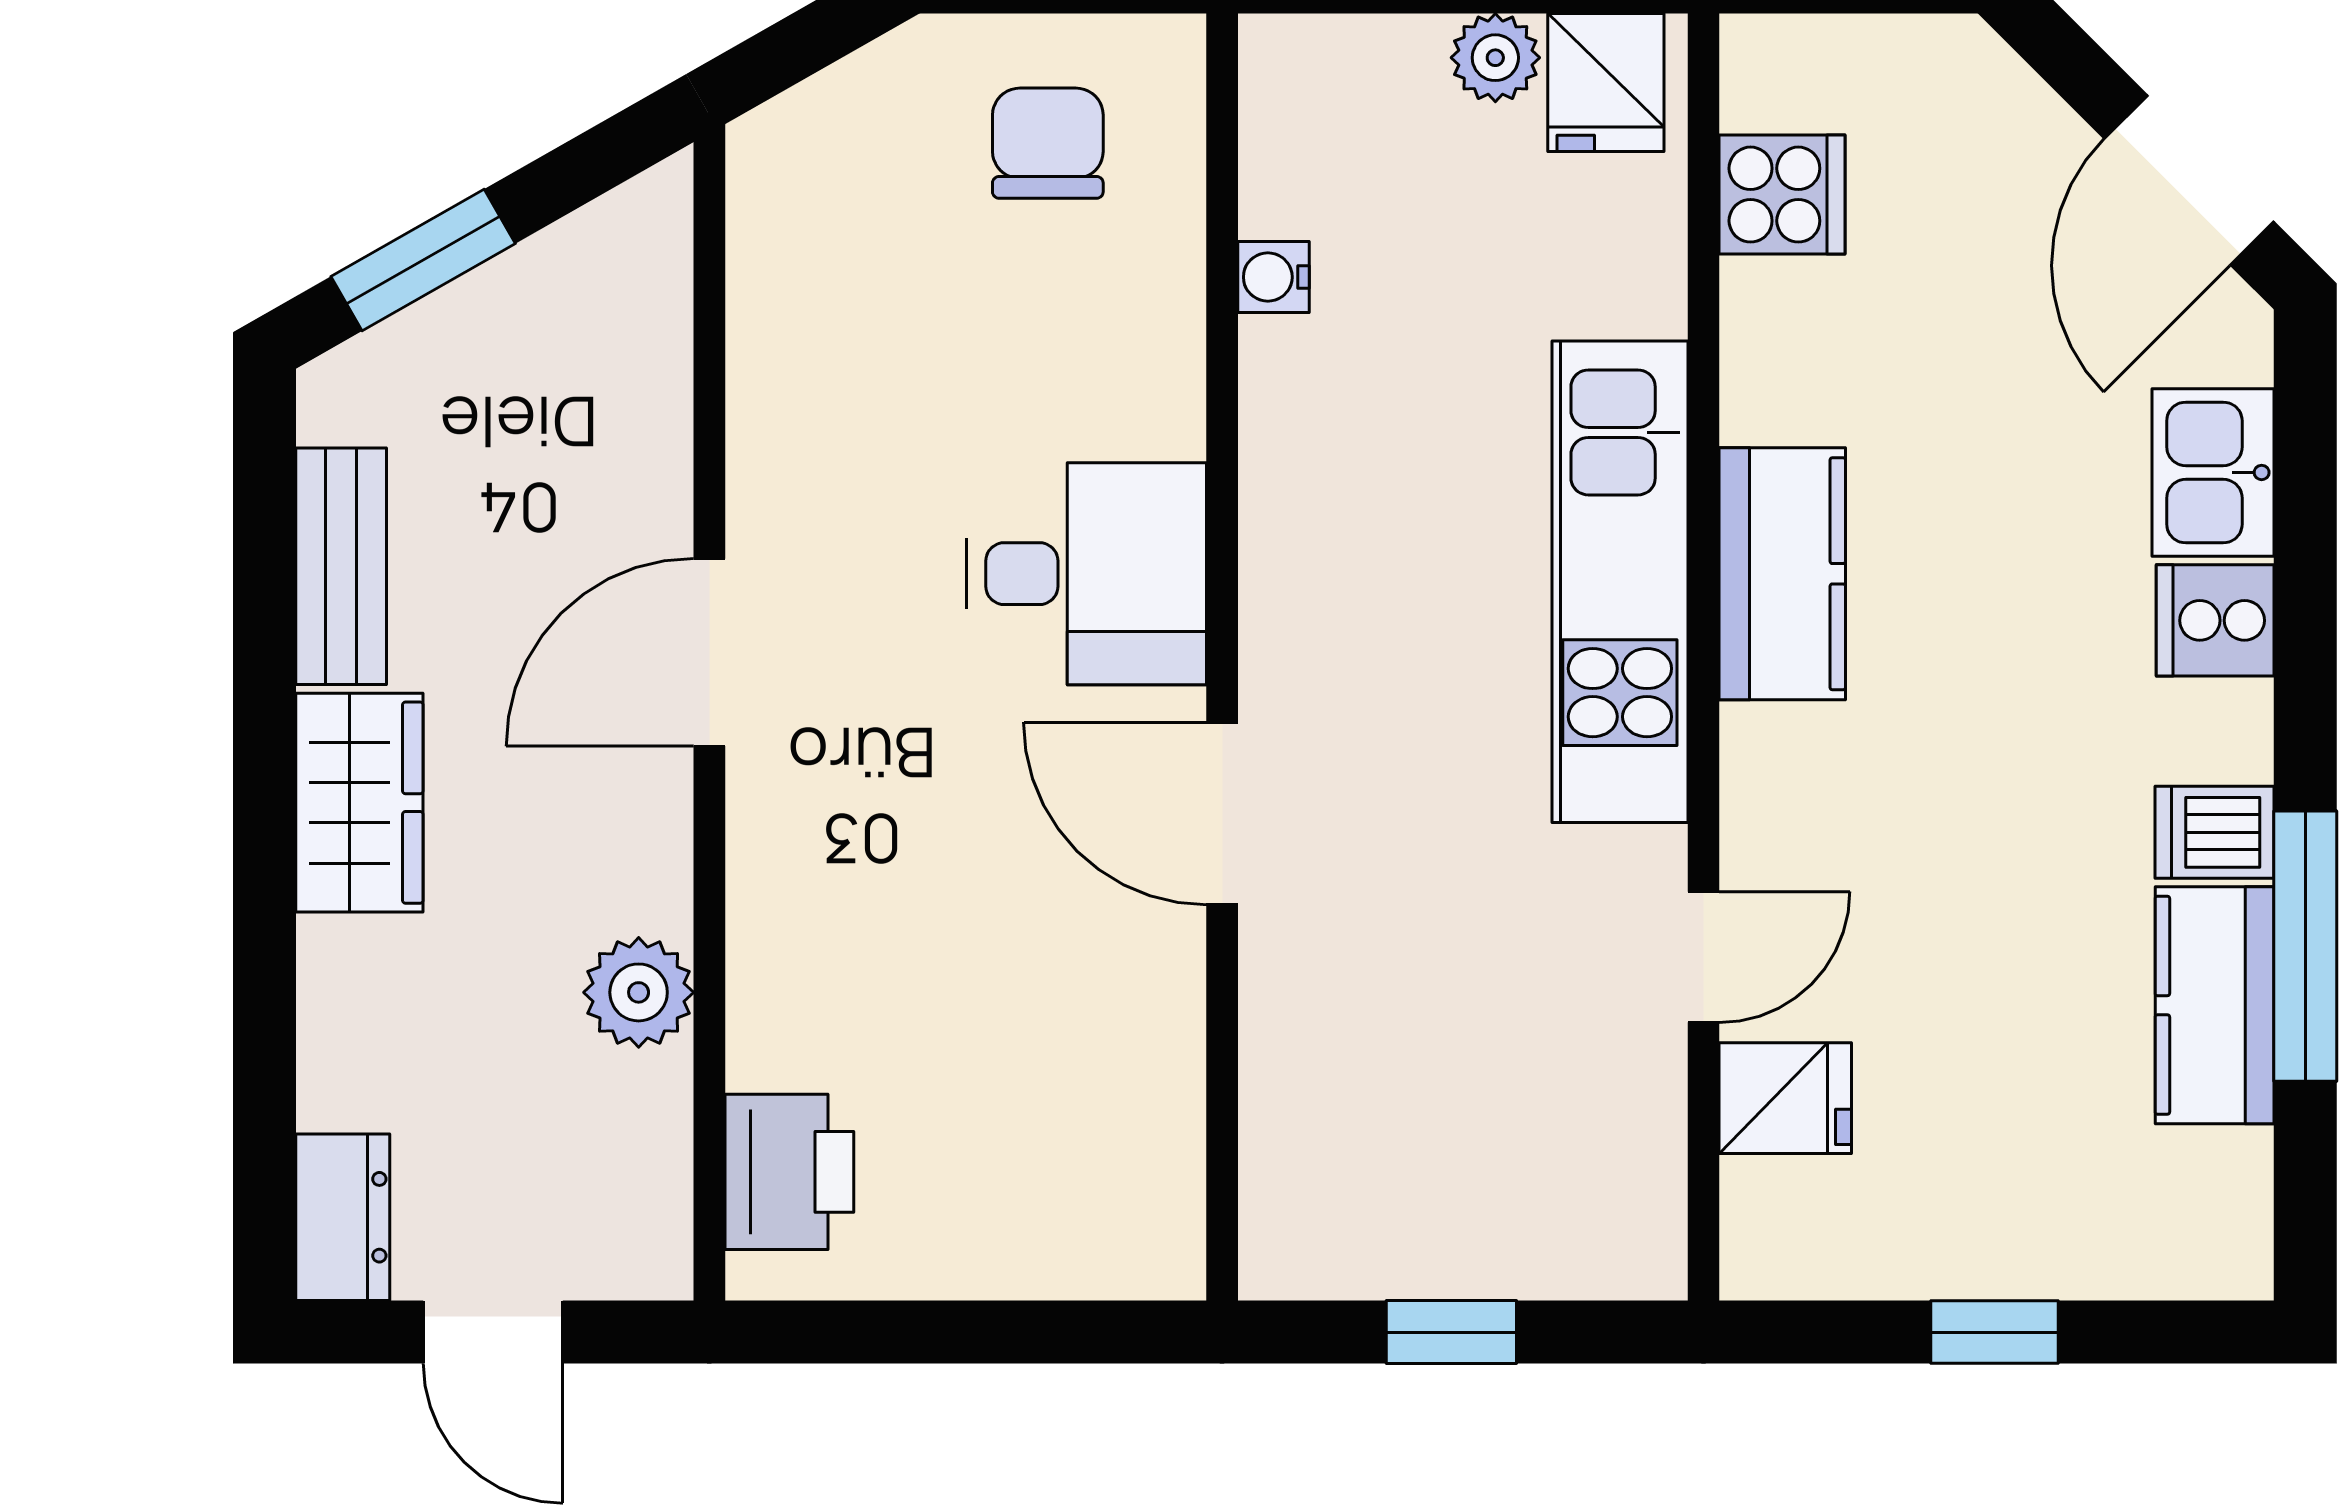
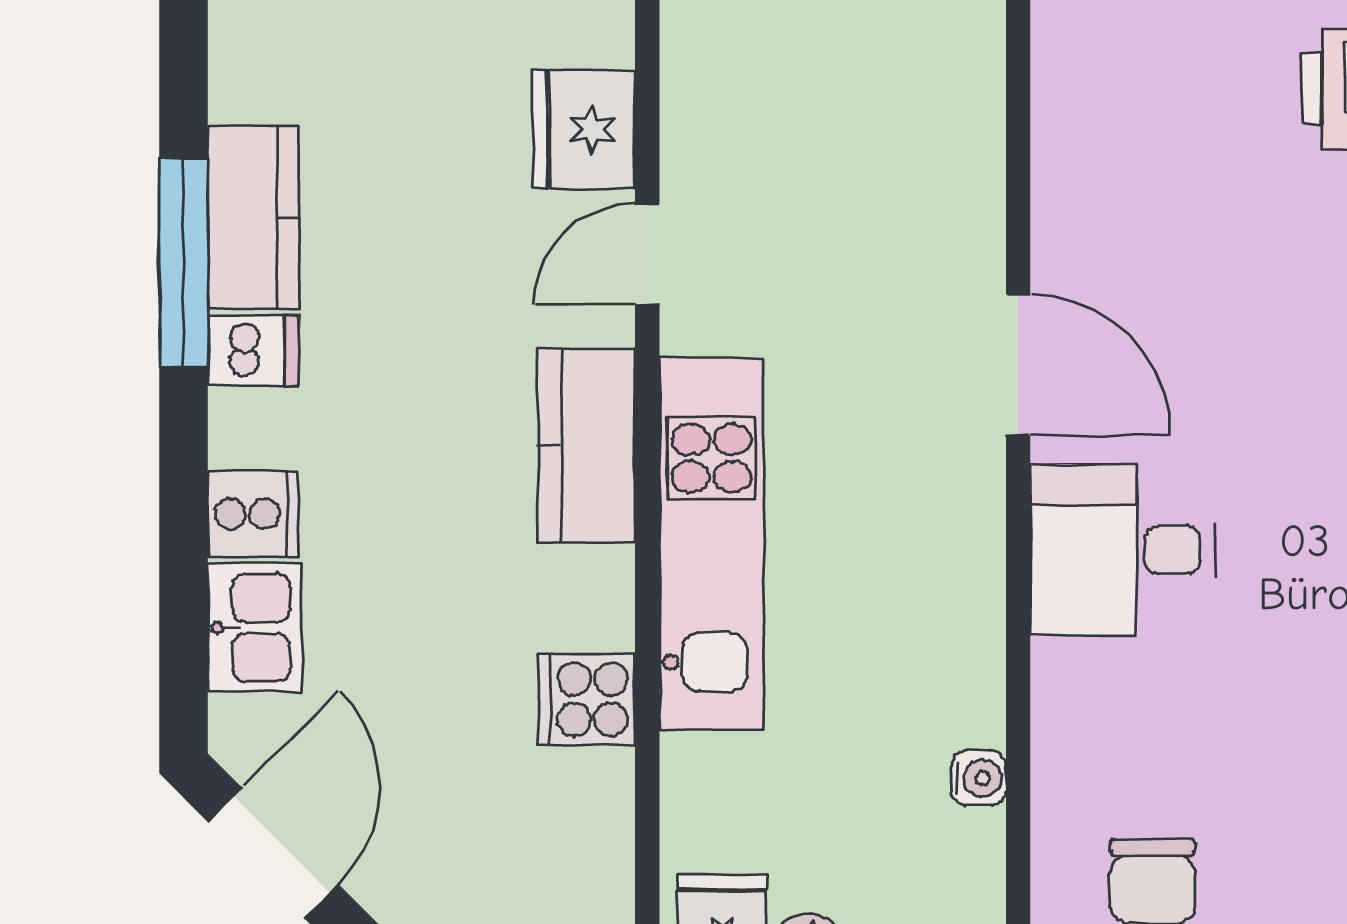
cooker: (1782, 195) -> (587, 699), moved
kitchen counter: (1782, 574) -> (586, 445), moved
fridge: (1785, 1098) -> (584, 129), width x1.38

